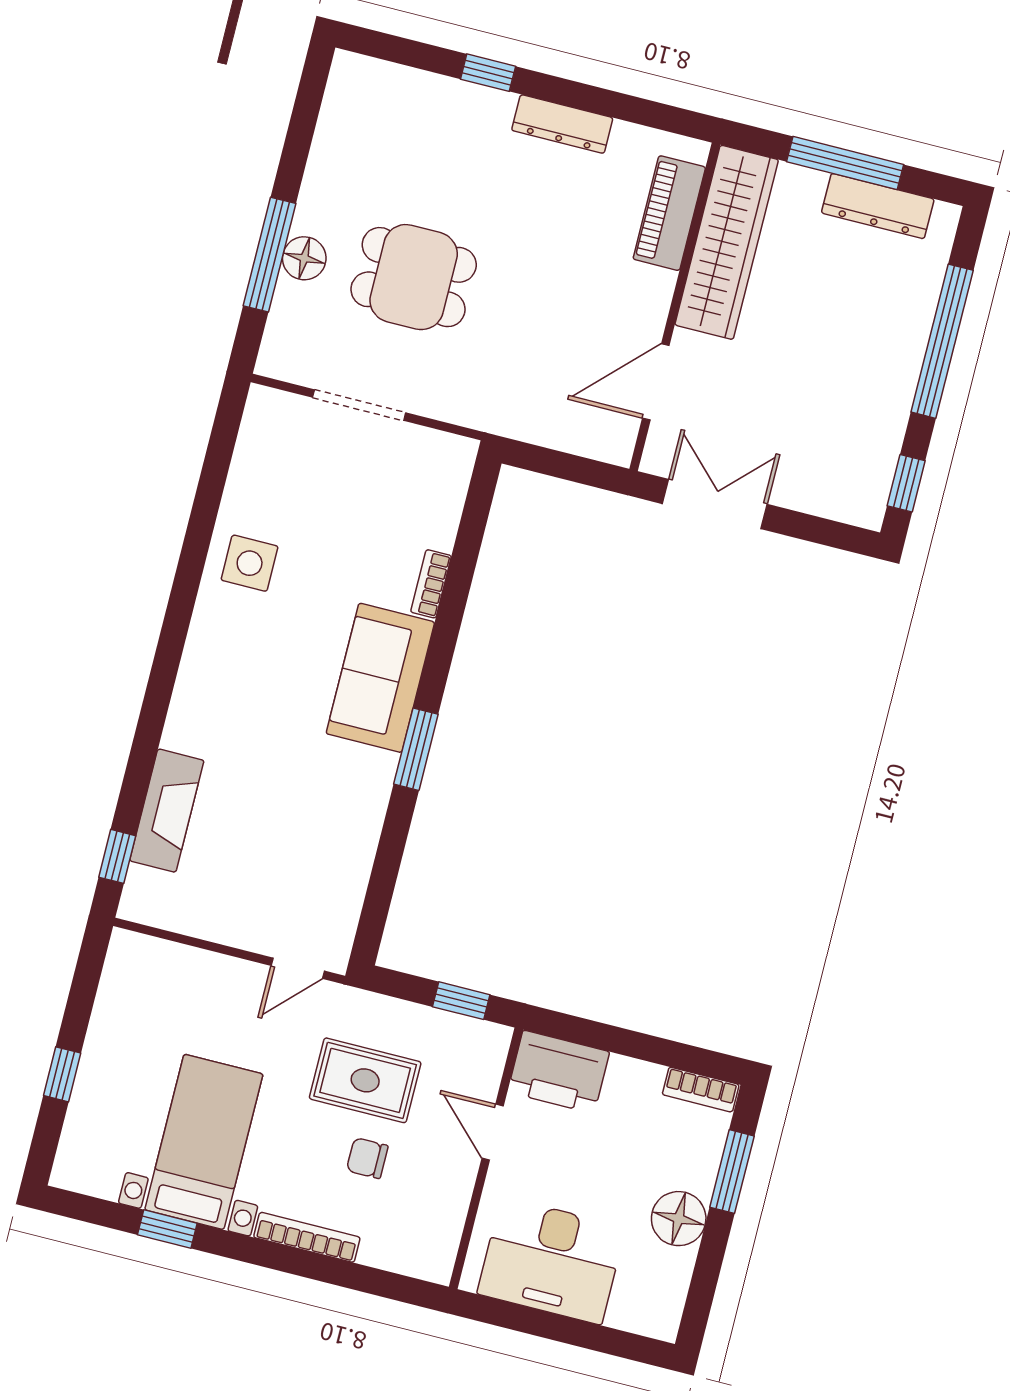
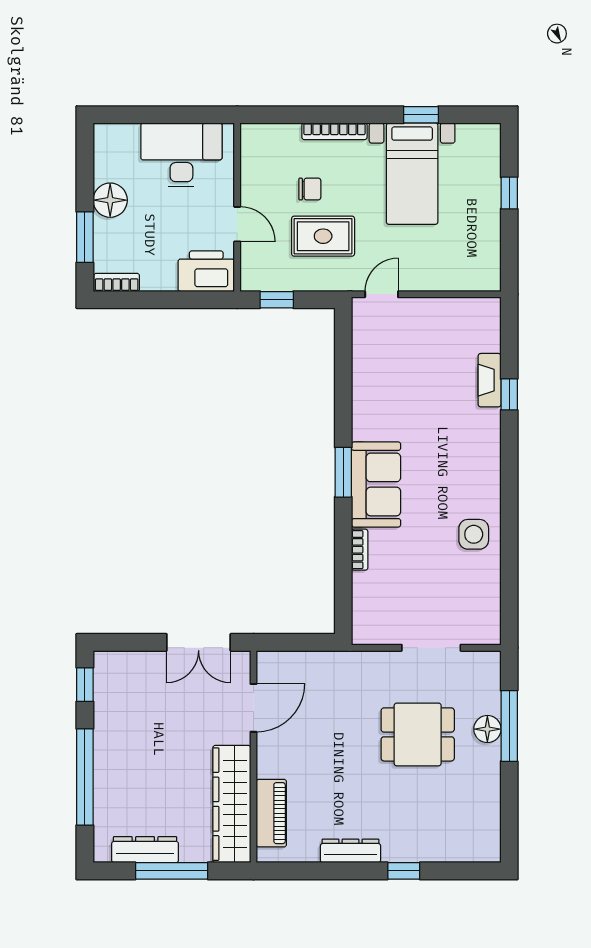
window: (416, 749) -> (343, 472), moved
fireplace: (167, 811) -> (490, 380), width x0.73, depth x0.76
window: (117, 856) -> (509, 394), moved

